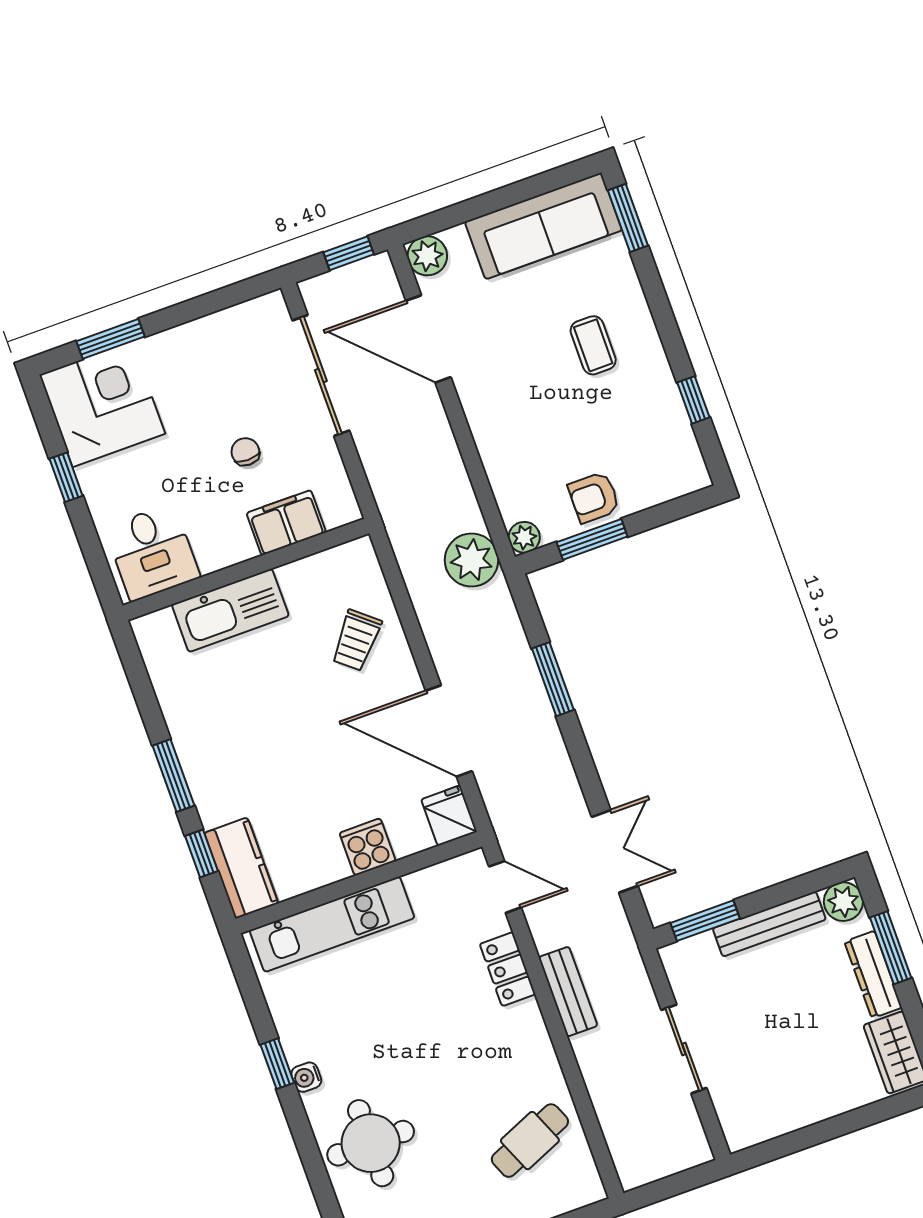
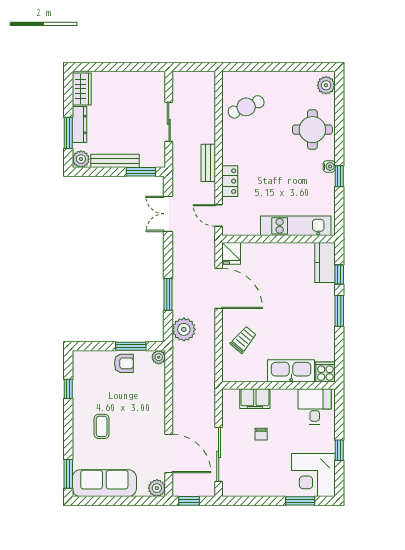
plant: (472, 560) -> (184, 329), moved
cooker: (368, 847) -> (325, 372), moved, turned 180

